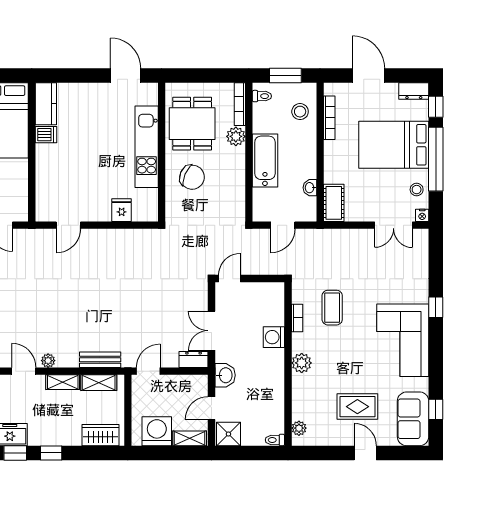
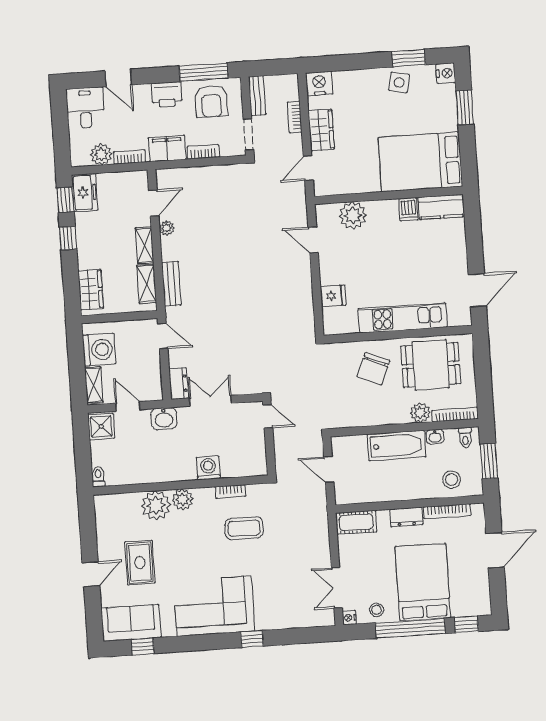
dresser: (414, 91) -> (406, 517), moved, turned -90
plant: (48, 187) -> (353, 216), added
washbasin: (310, 188) -> (435, 437), moved, turned 180
plant: (299, 428) -> (156, 505), moved, width x1.88, depth x1.88

